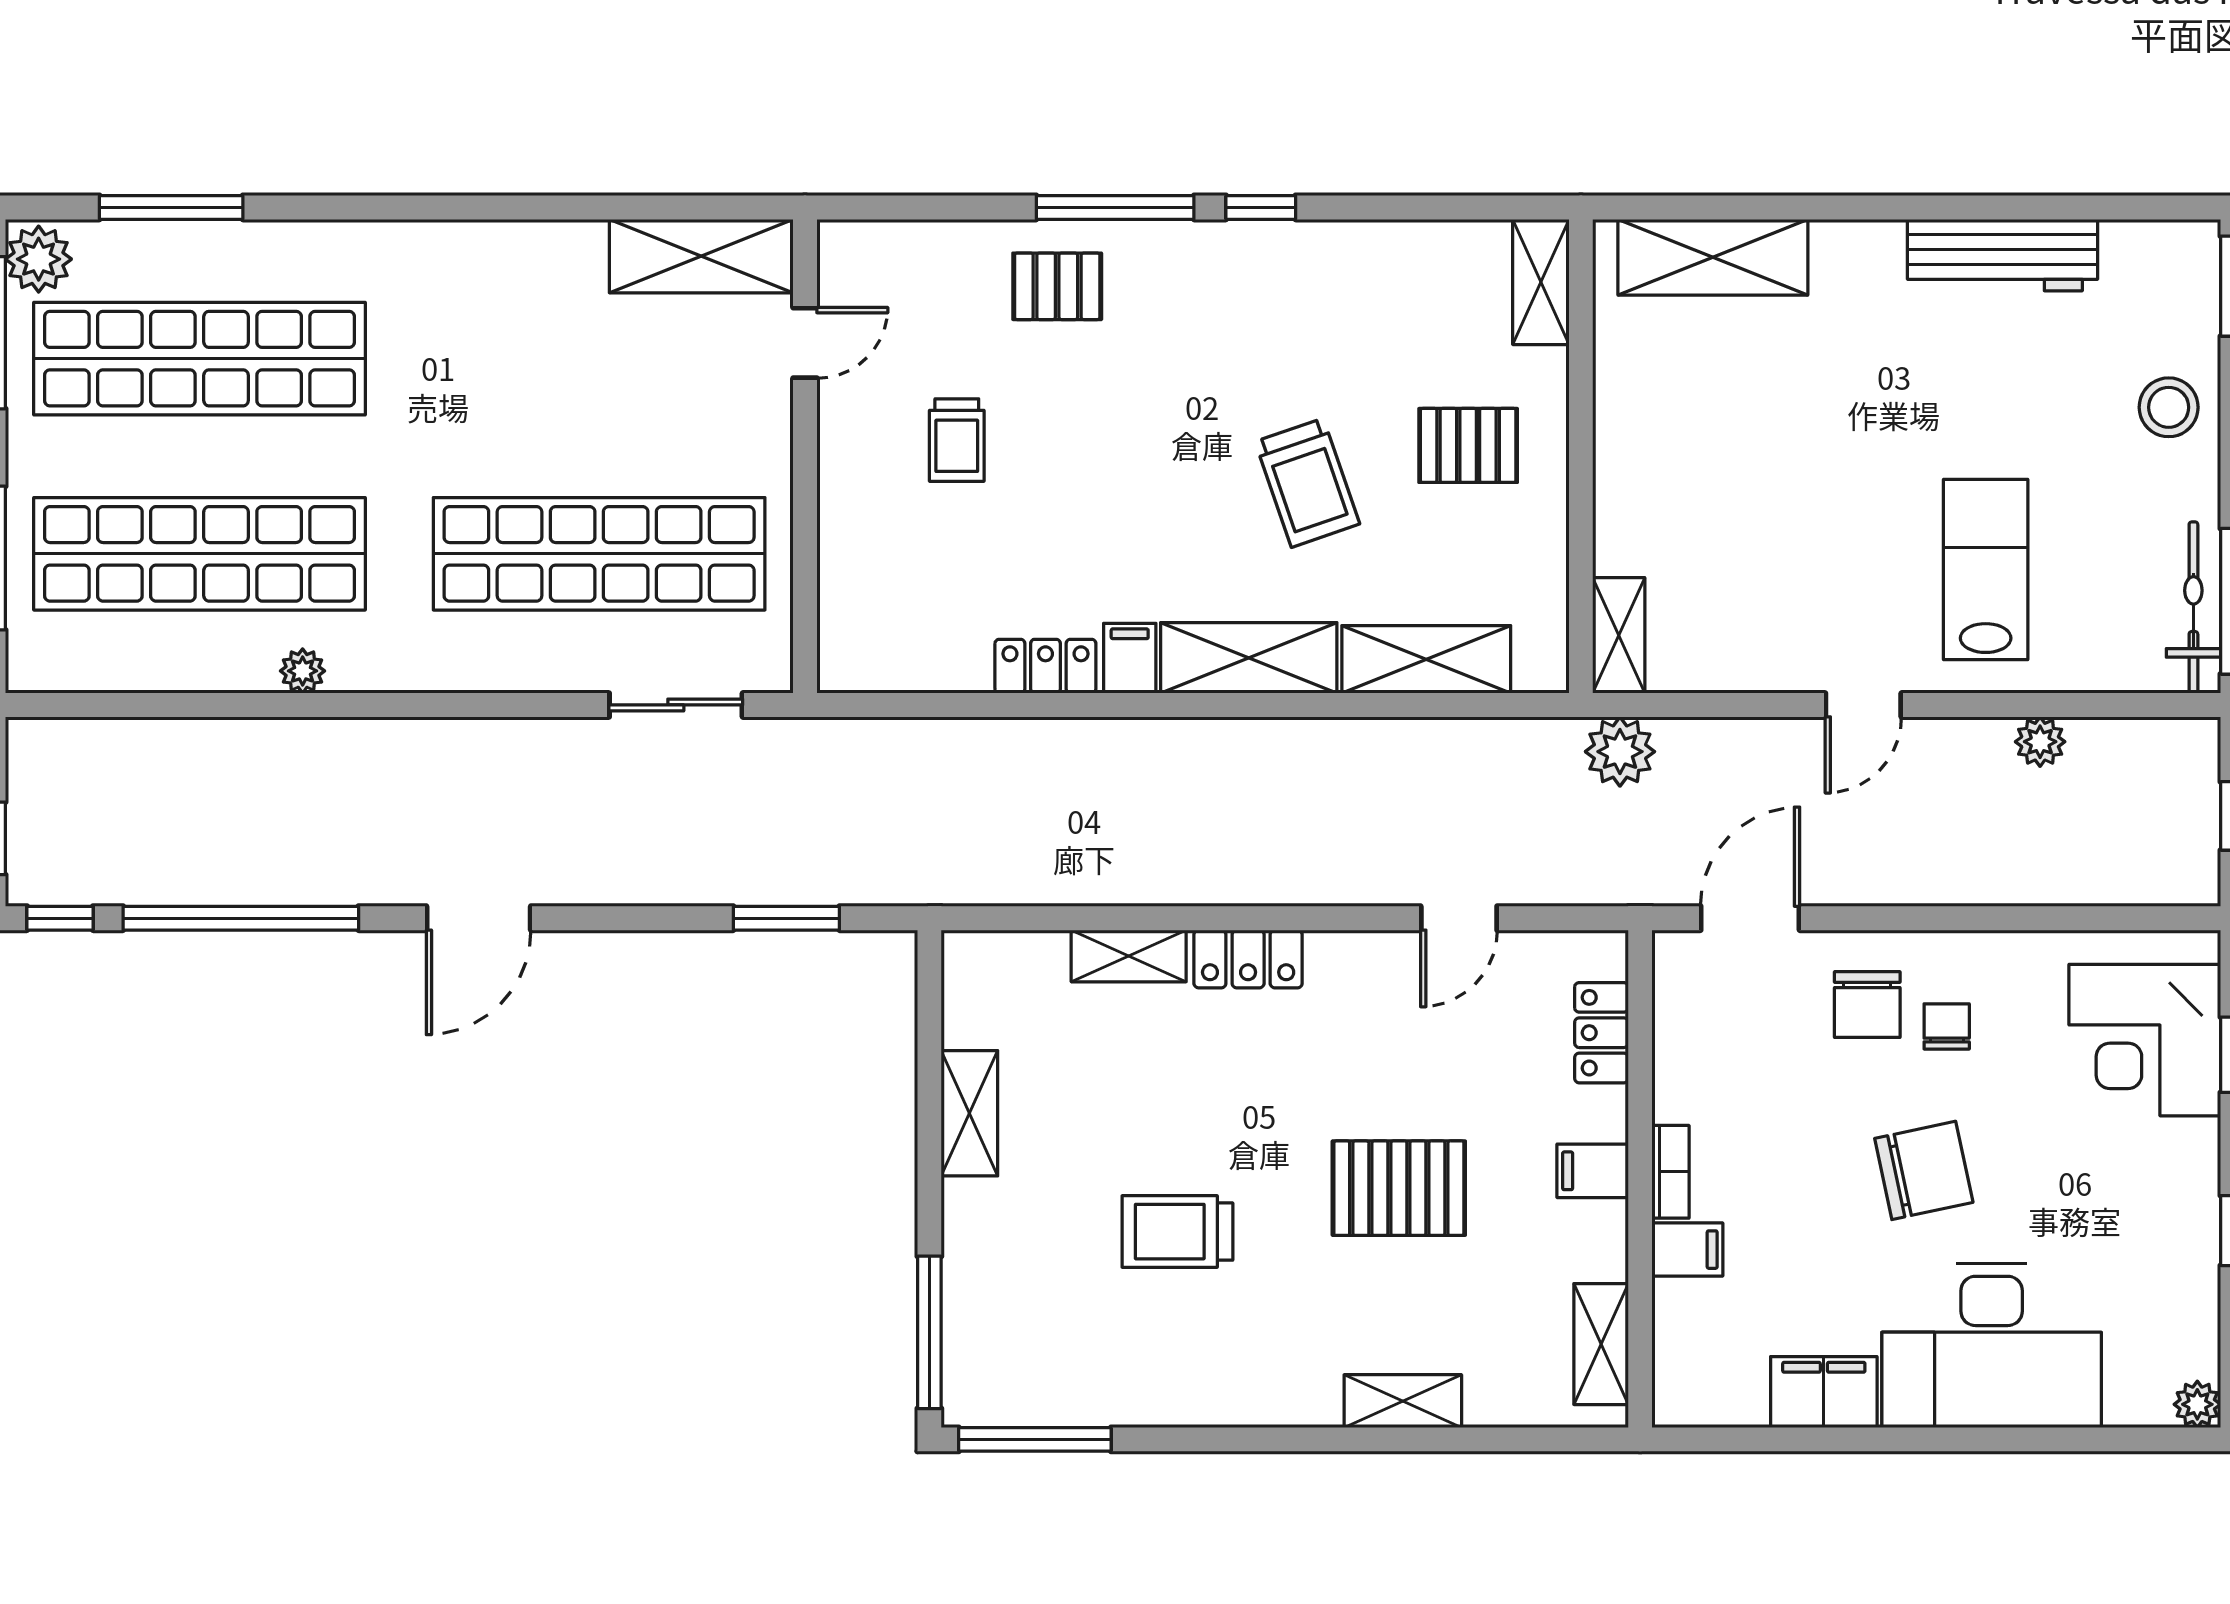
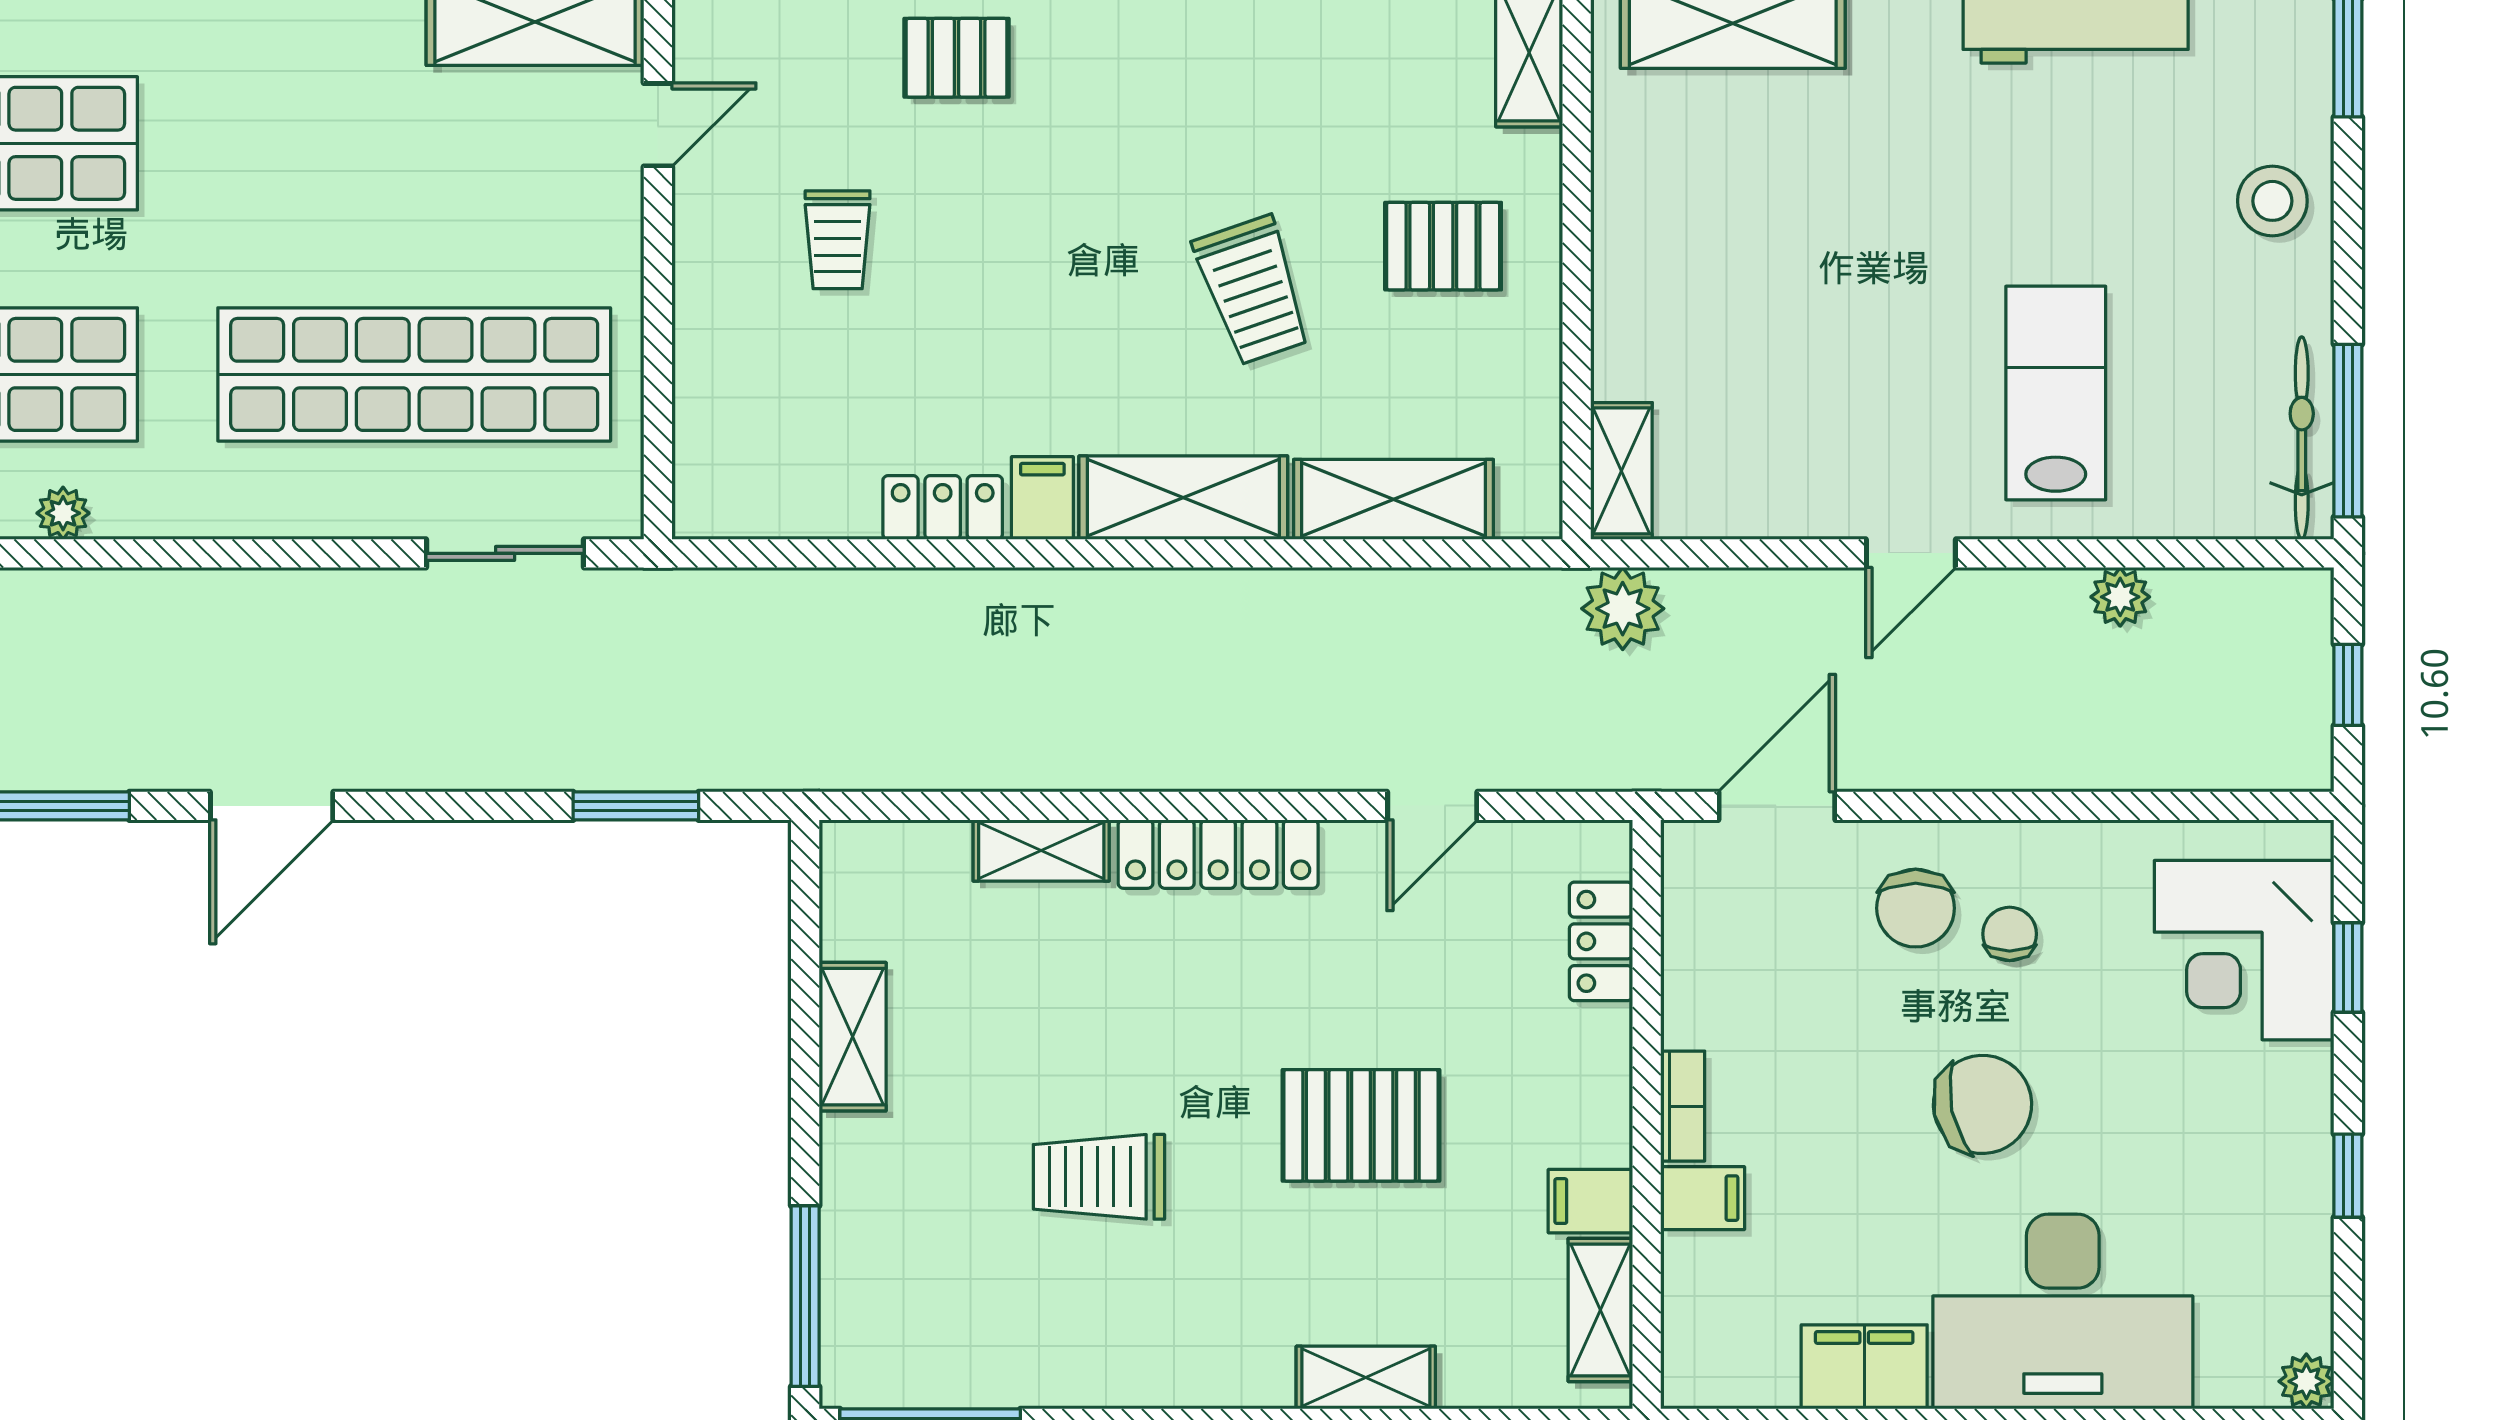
locker: (1248, 959) -> (1218, 854), width x1.53
filing cabinet: (1593, 1171) -> (1590, 1201), moved

